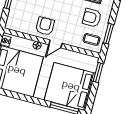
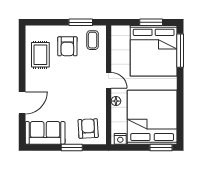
armchair: (45, 26) -> (88, 129), moved, turned 87
window: (98, 73) -> (151, 22), moved

